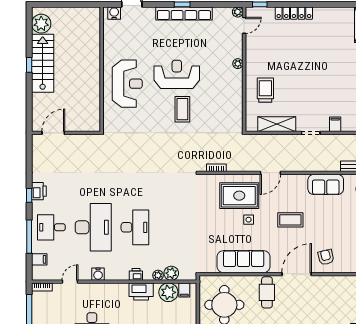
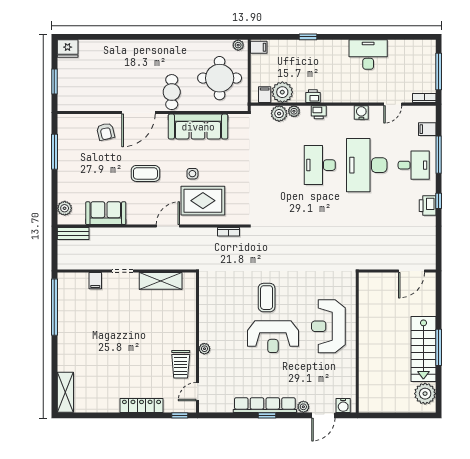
plant: (238, 12) -> (303, 407), moved
window: (29, 65) -> (439, 347), width x2.17
trolley: (265, 90) -> (181, 364), moved
printer: (141, 291) -> (313, 96), width x0.53, depth x0.68

